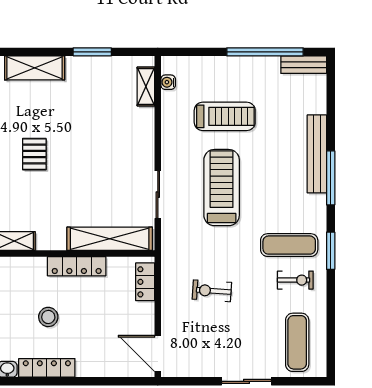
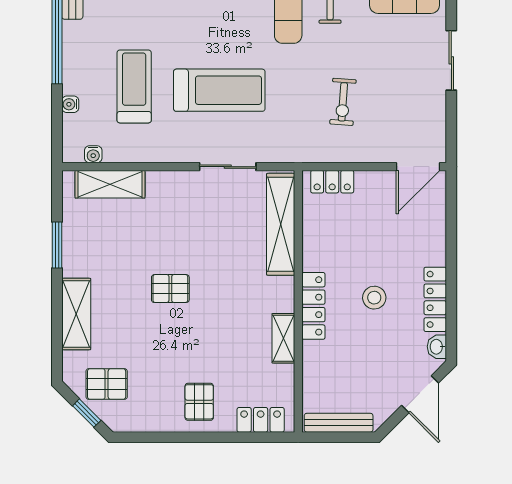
water cooler: (210, 63) -> (70, 104), added
shelving: (146, 86) -> (110, 184), width x1.50, depth x1.33
pallet: (34, 154) -> (170, 289), moved
treadmill: (222, 188) -> (219, 90), turned 180
locker: (77, 266) -> (313, 306), moved

